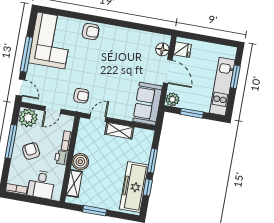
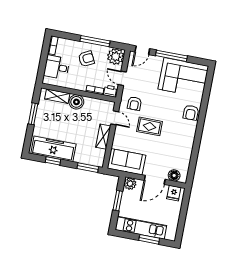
rug: (107, 78) -> (149, 126), added
printer: (61, 158) -> (110, 91), moved
window: (152, 161) -> (88, 168), moved

